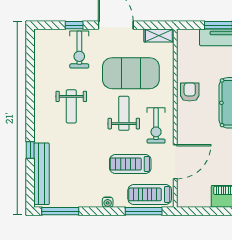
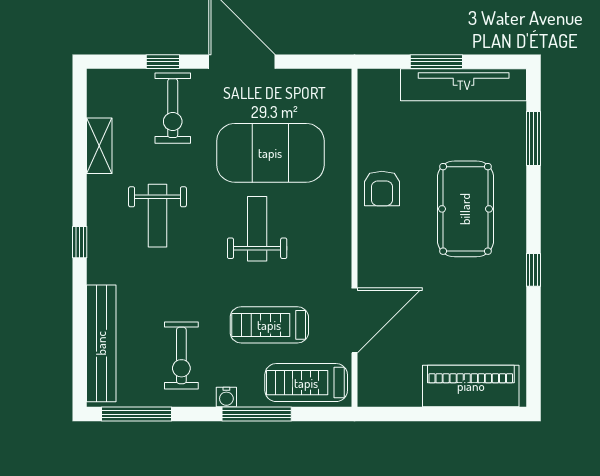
shelving: (159, 35) -> (99, 146), moved, turned 90
armchair: (190, 92) -> (382, 189), turned 180
exercise bike: (156, 125) -> (181, 355), moved
window: (30, 150) -> (80, 242), moved
window: (144, 211) -> (257, 414), moved

